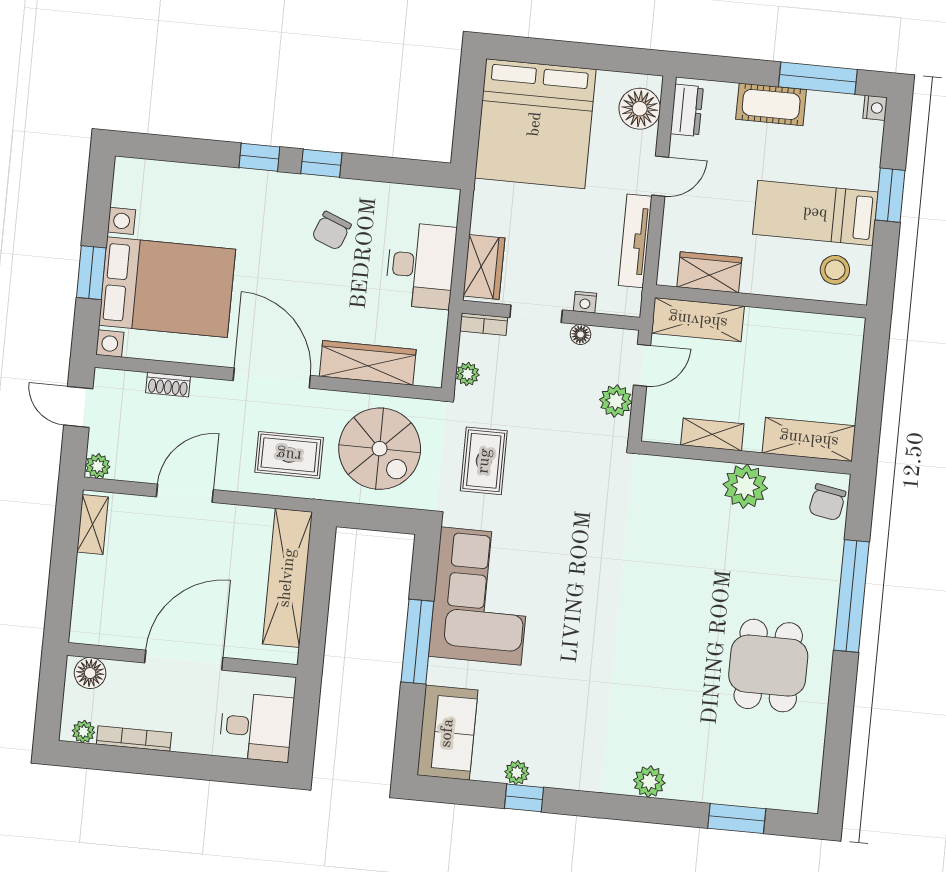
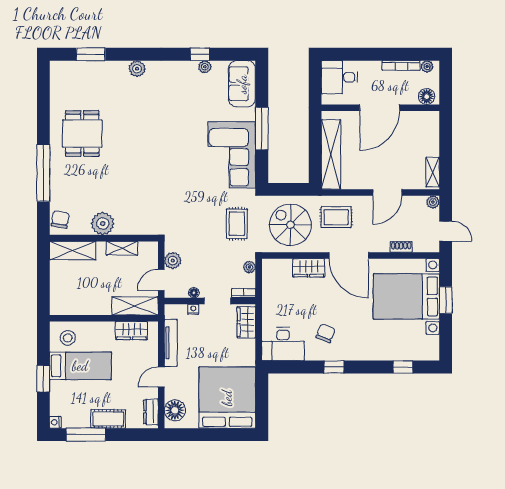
window: (259, 157) -> (403, 367), moved
desk: (421, 266) -> (283, 344), moved, turned -90
wardrobe: (368, 363) -> (309, 268), width x0.67

